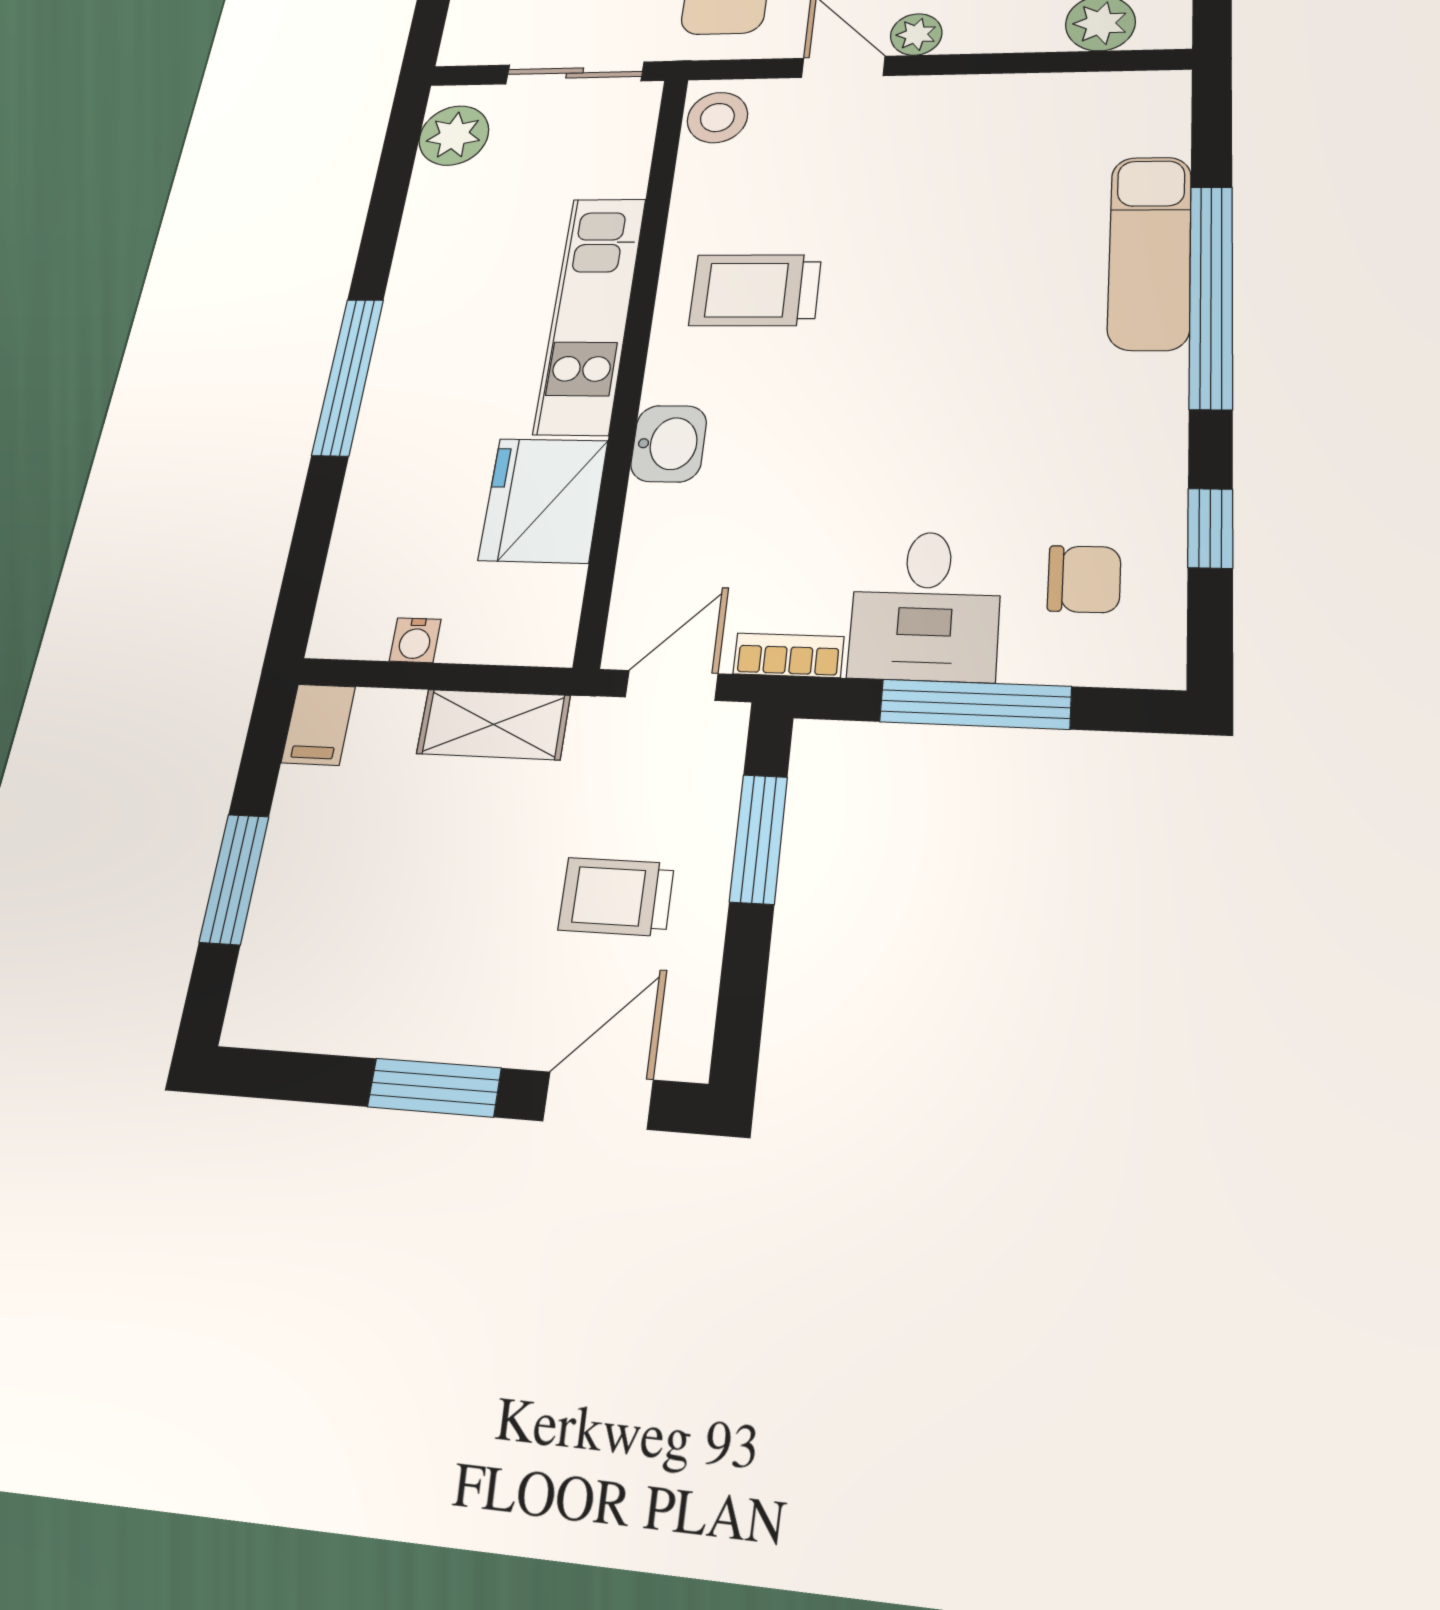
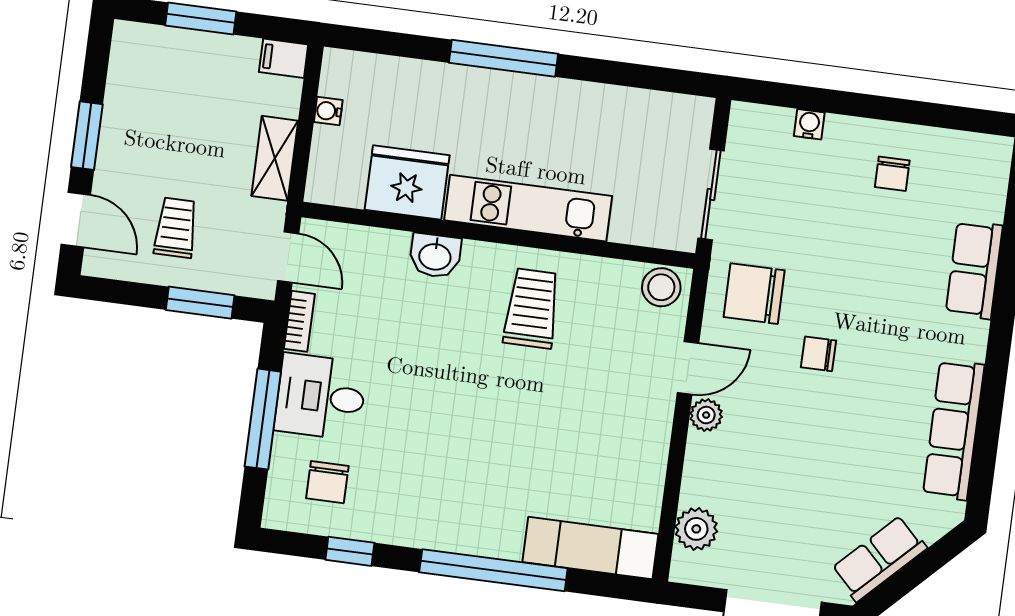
plant: (454, 135) -> (673, 116), removed
exam couch: (1150, 252) -> (590, 548), moved

